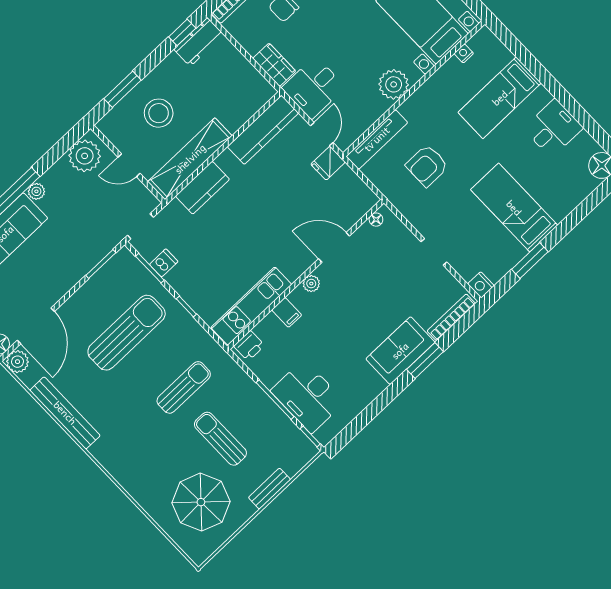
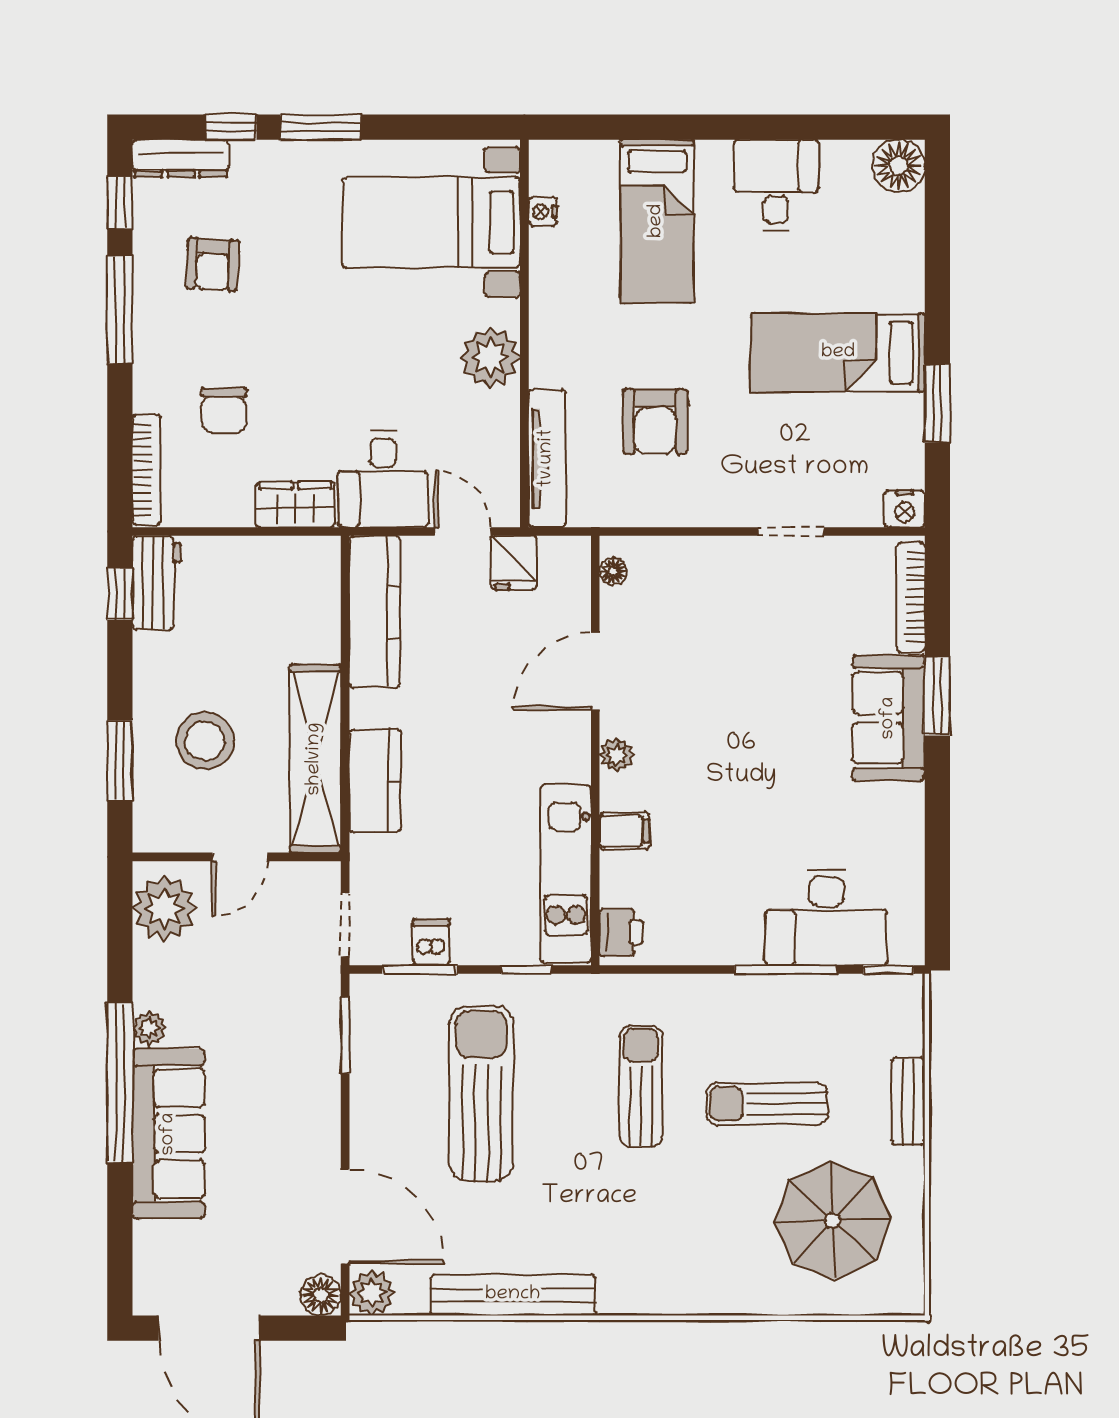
floor lamp: (376, 220) -> (613, 571), moved
door: (334, 247) -> (595, 671), moved
wall: (306, 274) -> (595, 751), moved
plant: (311, 284) -> (617, 755), moved
kitchen unit: (251, 306) -> (566, 874), moved
filing cabinet: (287, 312) -> (625, 831), moved
printer: (249, 346) -> (621, 932), moved

